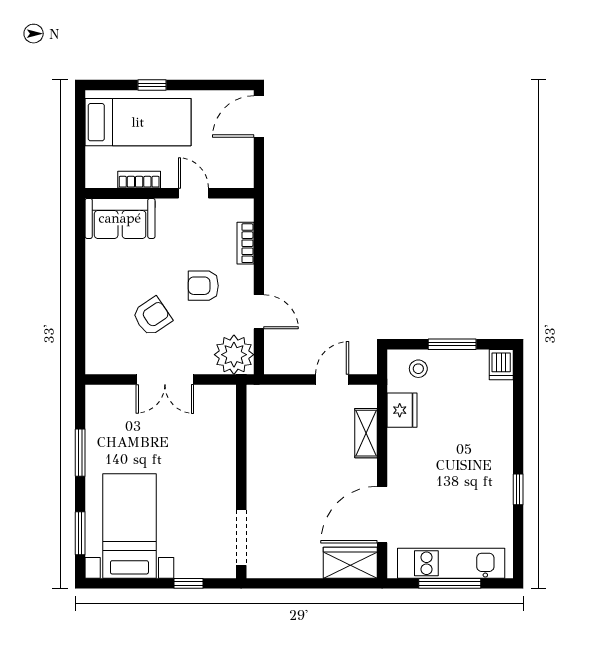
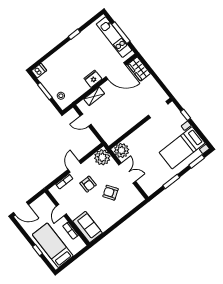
door: (259, 312) -> (74, 166), moved
plant: (218, 403) -> (121, 150), added
fridge: (402, 410) -> (93, 79), moved

